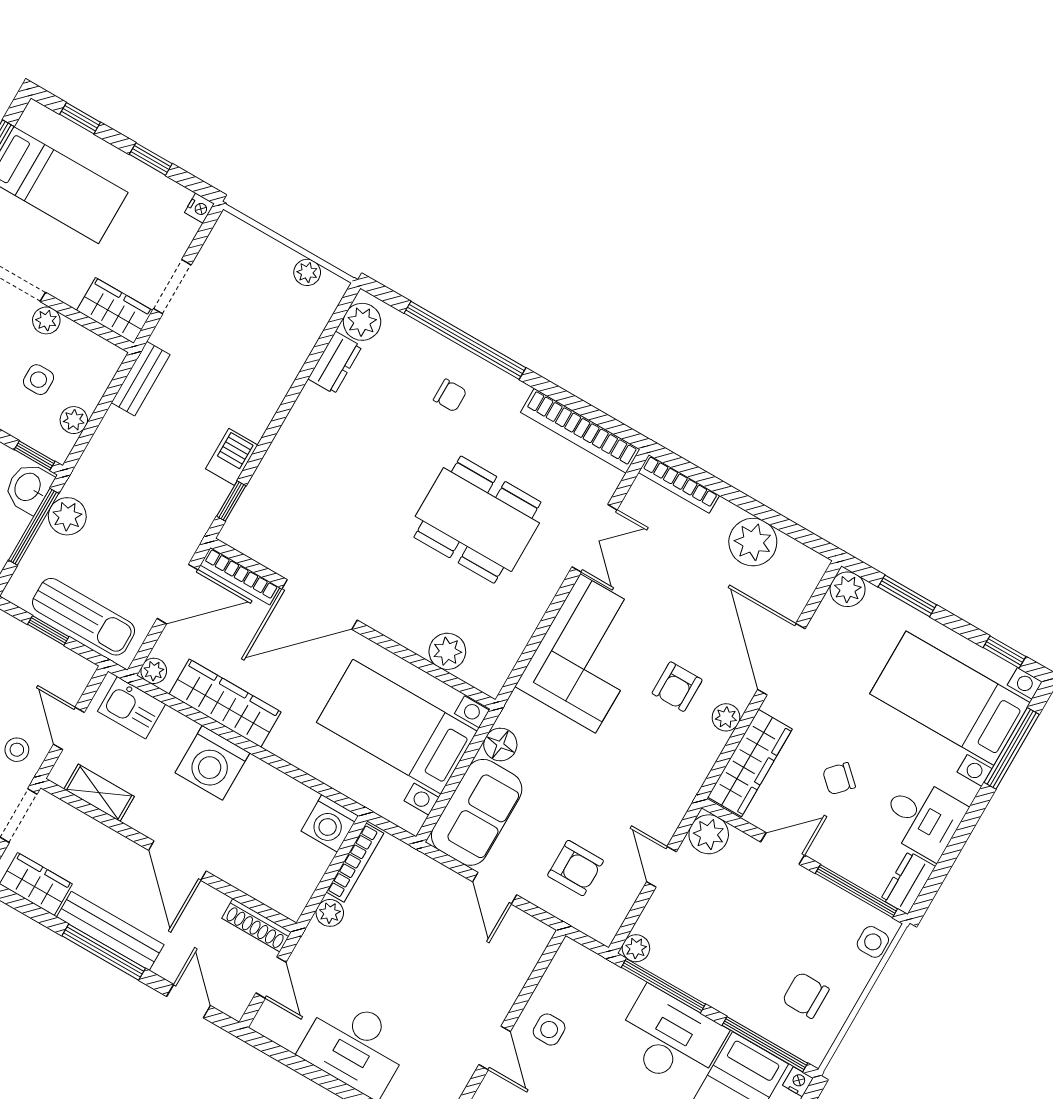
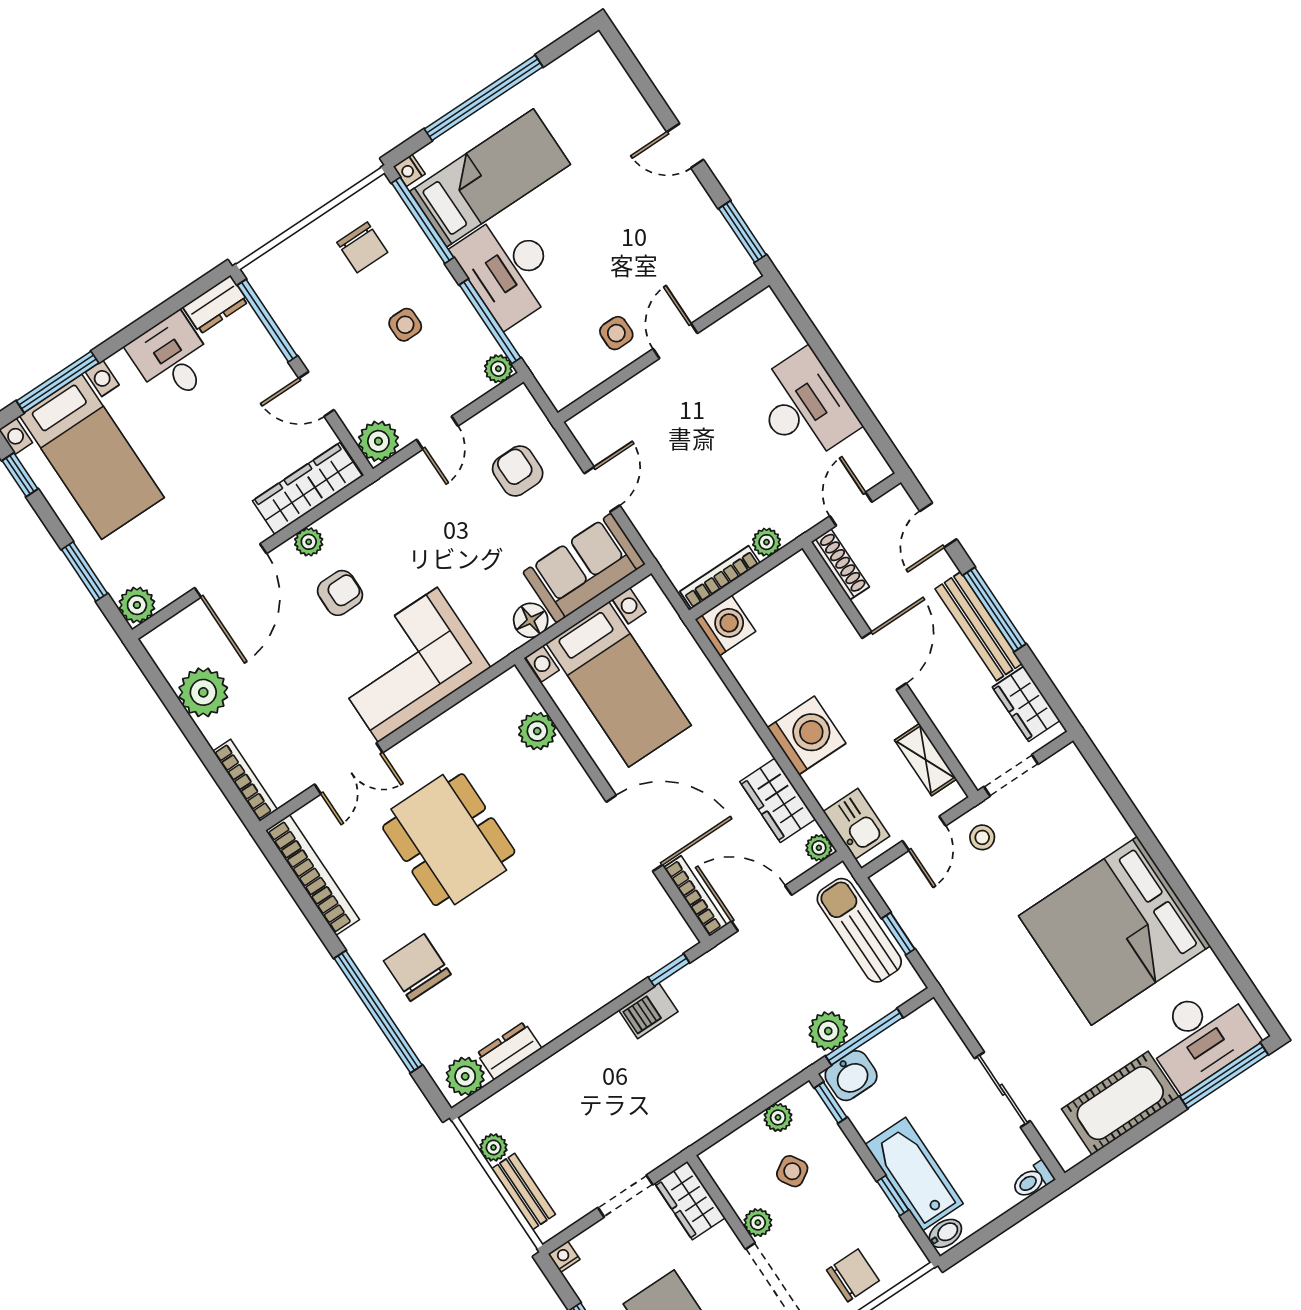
bench: (141, 379) -> (523, 1192), moved, turned 90
side table: (38, 380) -> (792, 1171), turned -32
chair: (450, 395) -> (417, 968), width x1.87, depth x1.87
double door: (595, 538) -> (349, 769), swing flipped
wardrobe: (225, 703) -> (778, 800), width x0.67
chair: (839, 779) -> (232, 433), removed
side table: (873, 942) -> (405, 325), moved

